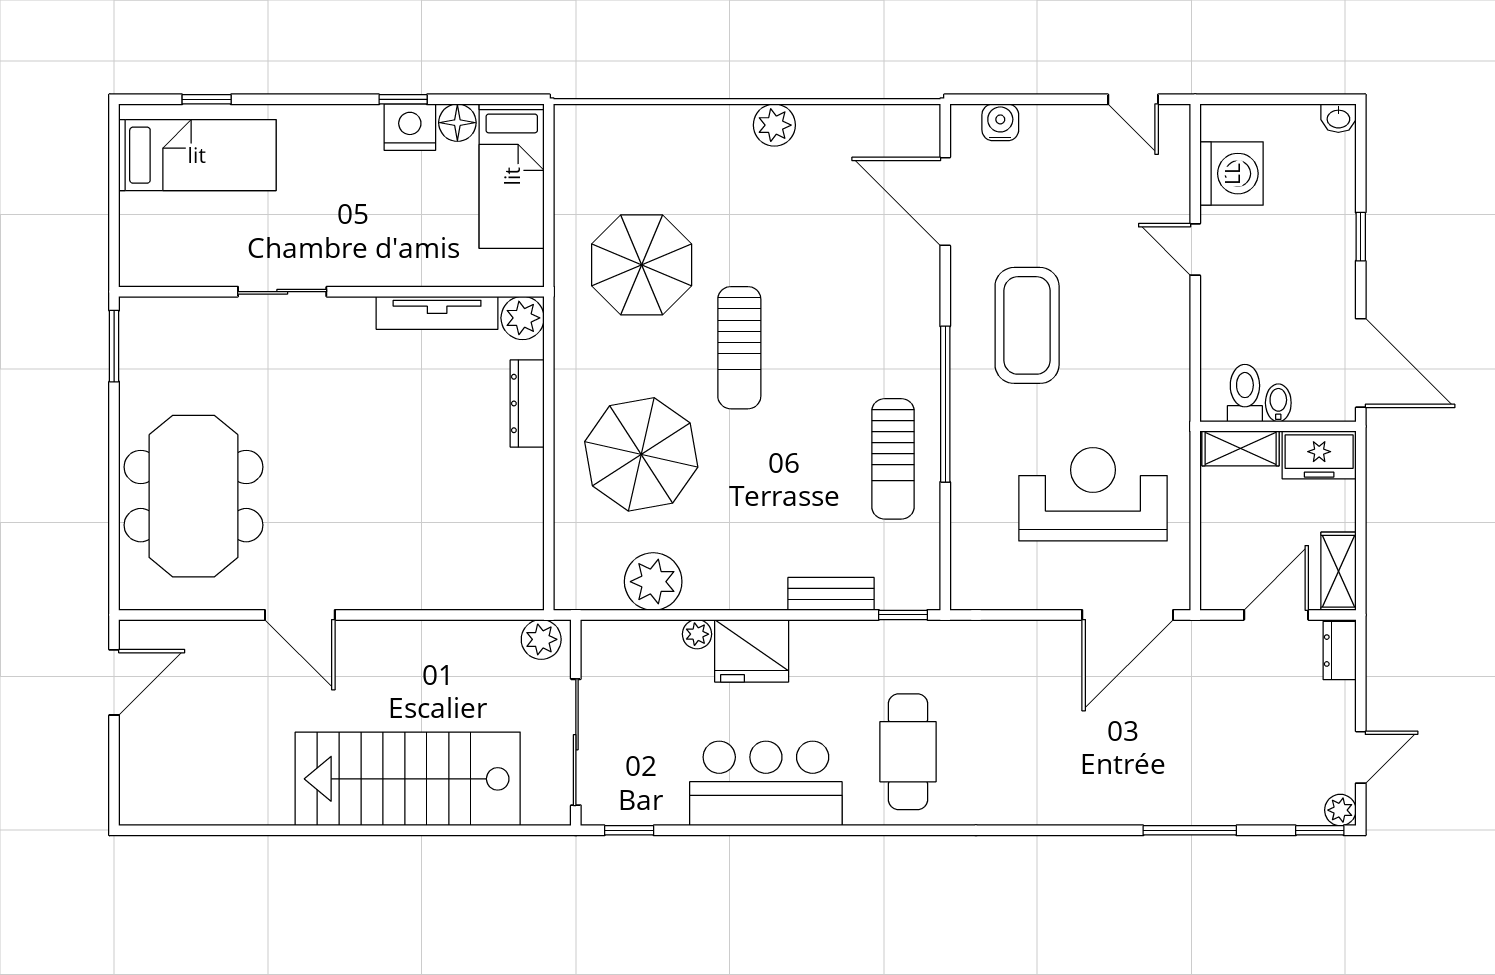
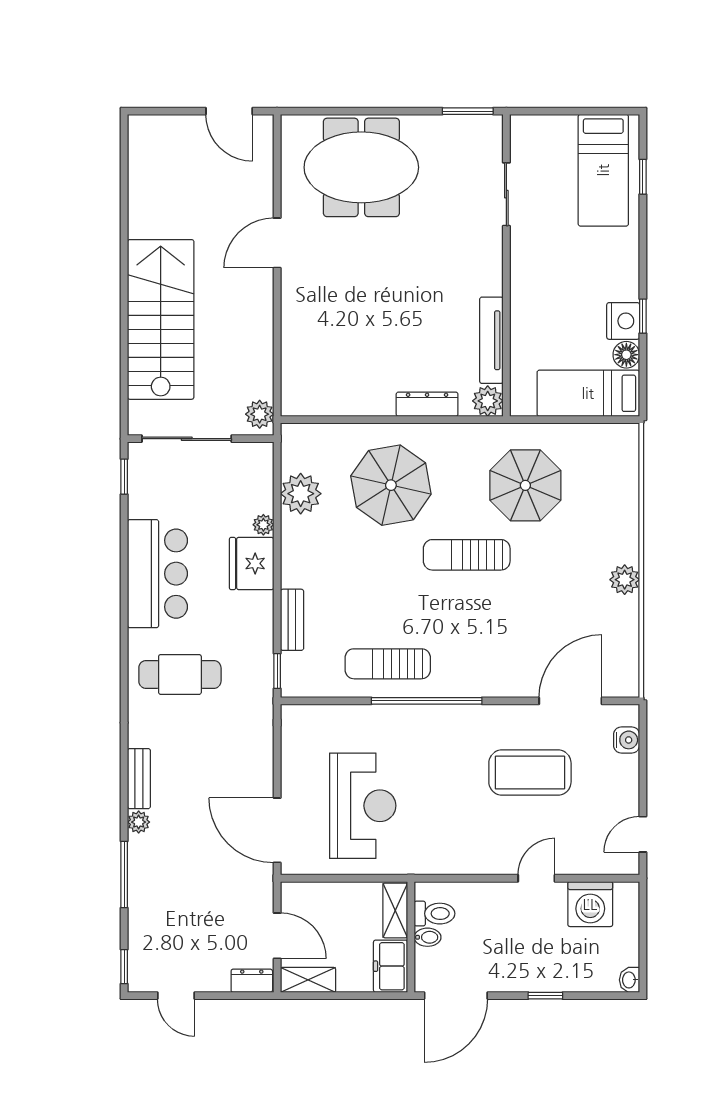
sliding door: (282, 292) -> (506, 194), moved
coffee table: (1027, 325) -> (530, 773), moved
bench: (1055, 810) -> (139, 779), added
plant: (1340, 810) -> (139, 822), moved

